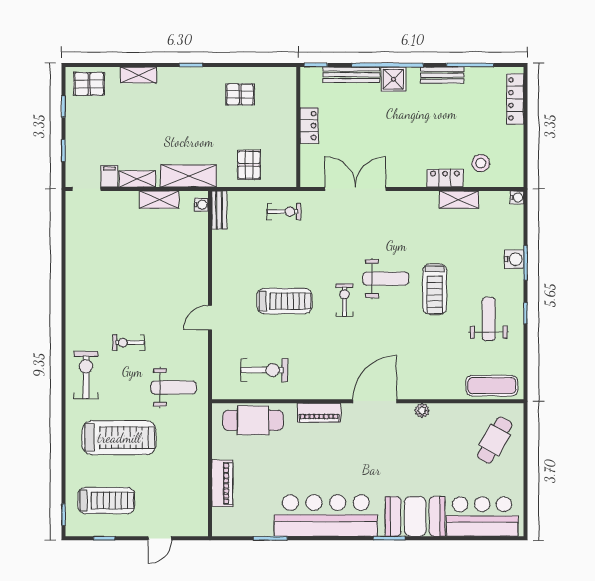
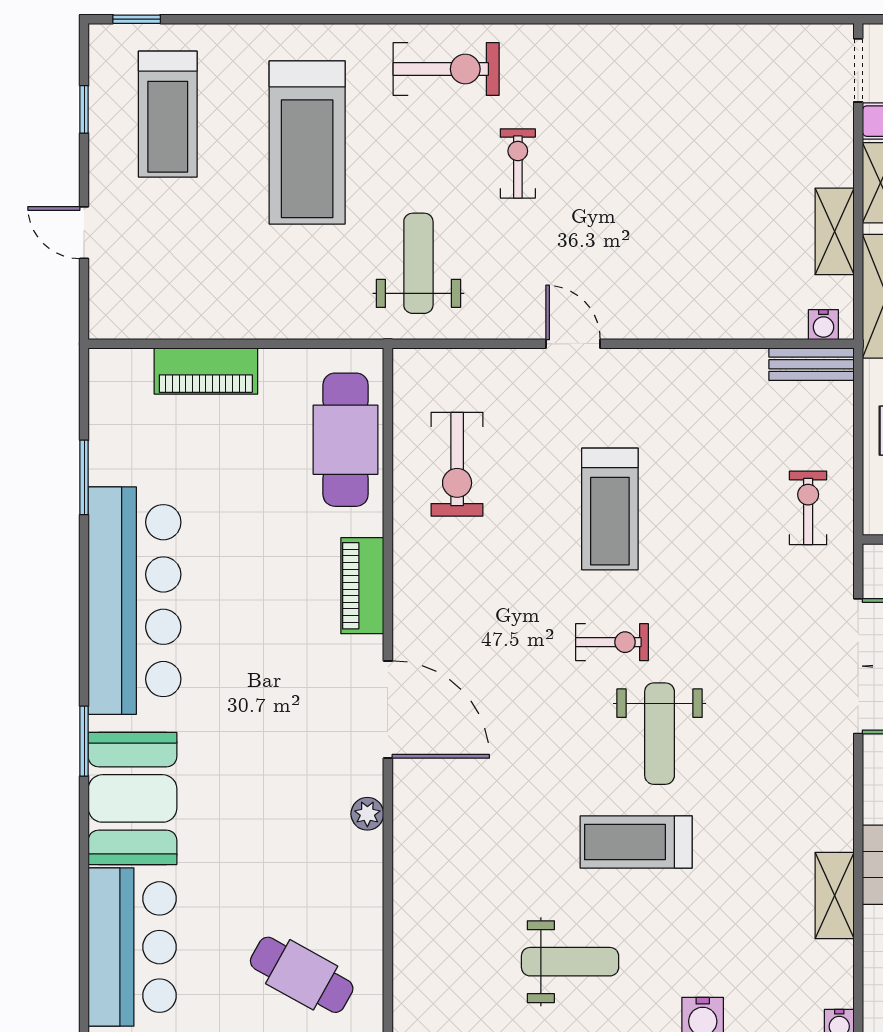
exercise bike: (284, 212) -> (808, 508), turned 180
exercise mat: (492, 386) -> (422, 969), removed
weight bench: (174, 387) -> (418, 263), turned 180

